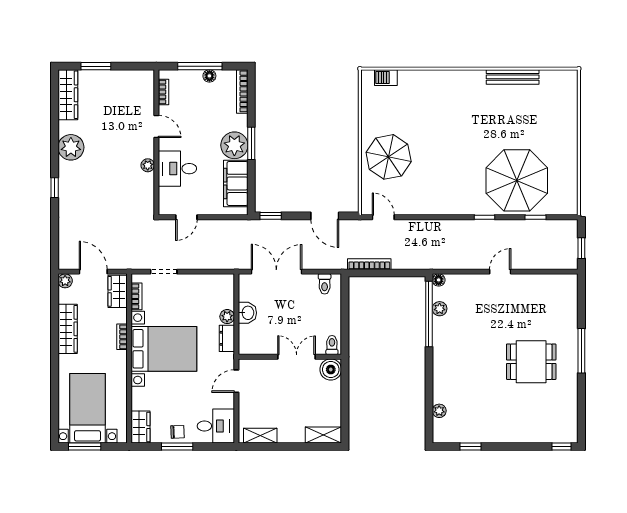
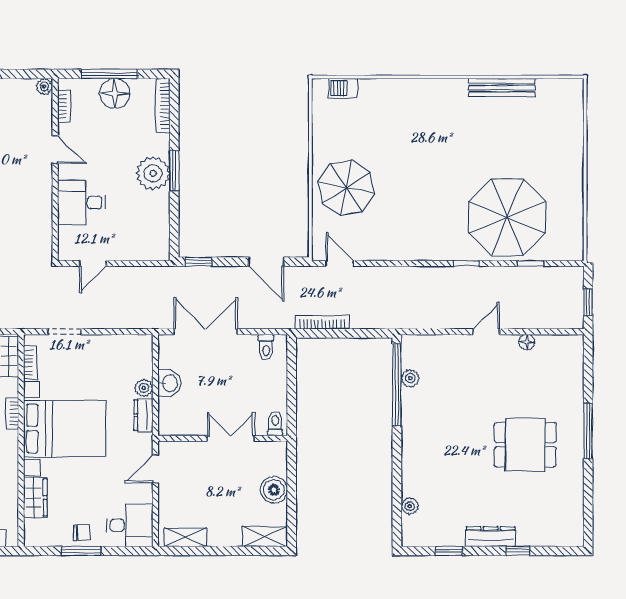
floor lamp: (209, 76) -> (115, 93), width x1.89, depth x1.89
plant: (148, 165) -> (44, 87), moved
filing cabinet: (236, 183) -> (155, 221), removed
floor lamp: (439, 280) -> (527, 342), moved
boiler: (331, 369) -> (274, 490), moved
wardrobe: (141, 427) -> (35, 497), moved
dresser: (504, 435) -> (491, 537), added
window: (561, 447) -> (518, 551), moved

